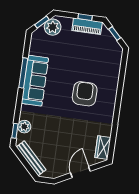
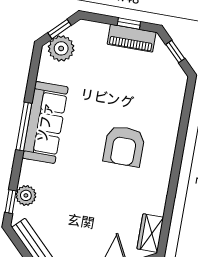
plant: (53, 27) -> (61, 48), moved
window: (23, 73) -> (24, 127), moved
armchair: (85, 94) -> (124, 146), turned 180

